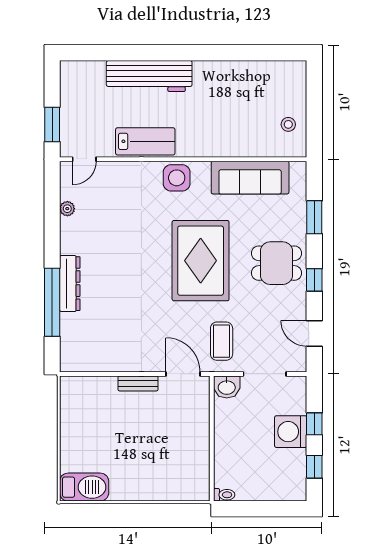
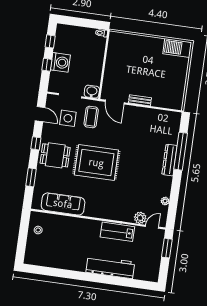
plant: (108, 172) -> (140, 218), added
side table: (177, 178) -> (68, 118), moved
rug: (201, 261) -> (96, 163), turned 90

